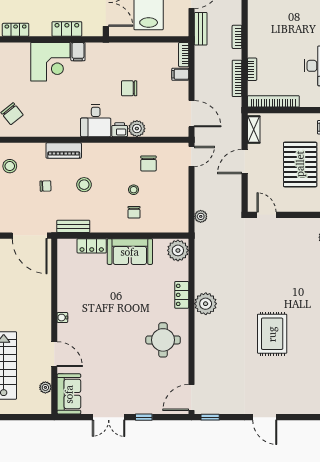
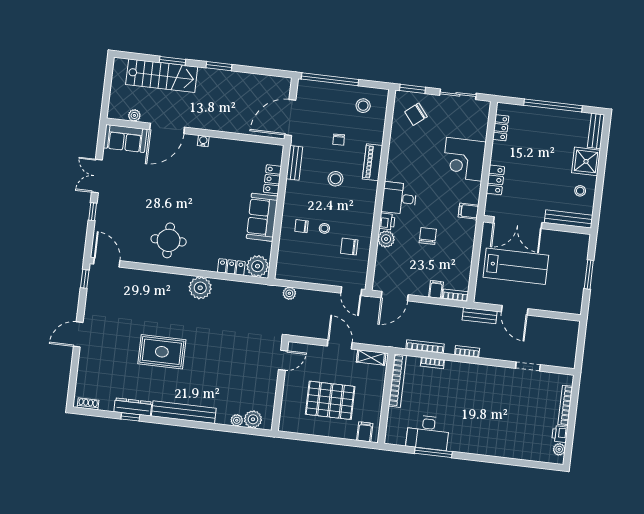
filing cabinet: (78, 52) -> (468, 211), moved
locker: (182, 295) -> (231, 267), moved
door: (54, 354) -> (167, 128), width x1.36

